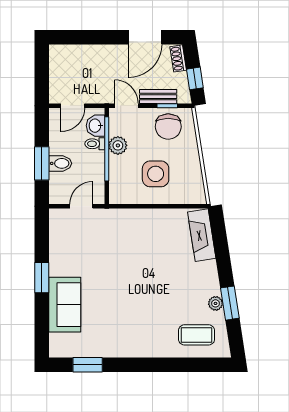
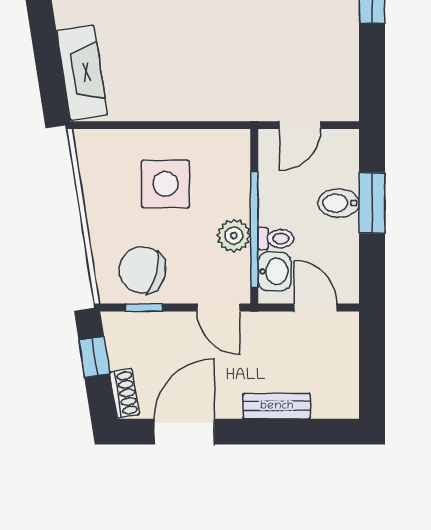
bench: (158, 97) -> (277, 406), moved
door: (73, 106) -> (316, 308), hinge flipped
chair: (168, 127) -> (143, 270), turned -75

